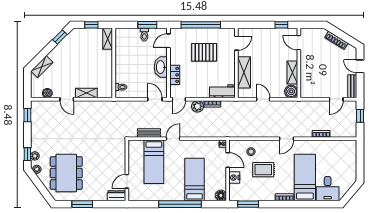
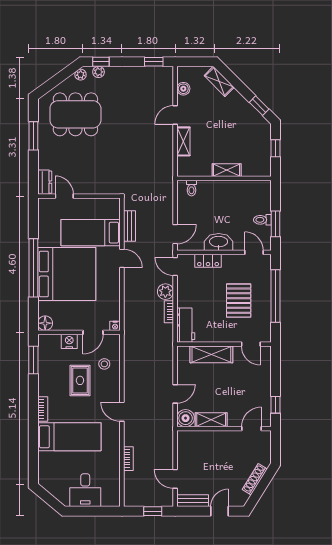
shelving: (108, 39) -> (227, 170), moved
door: (263, 99) -> (175, 394), moved
bed: (195, 179) -> (67, 274), width x2.04
desk: (328, 189) -> (85, 490), moved, turned -90

